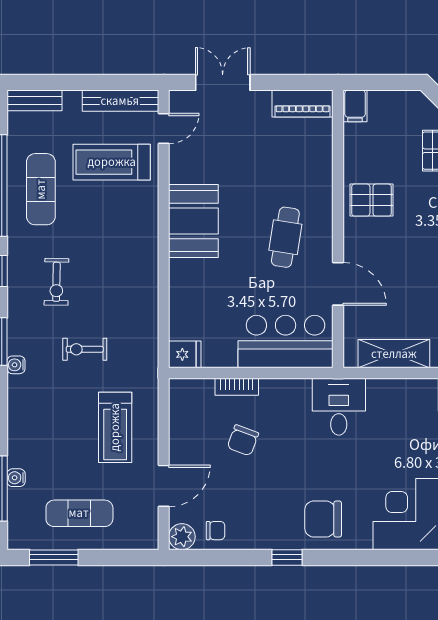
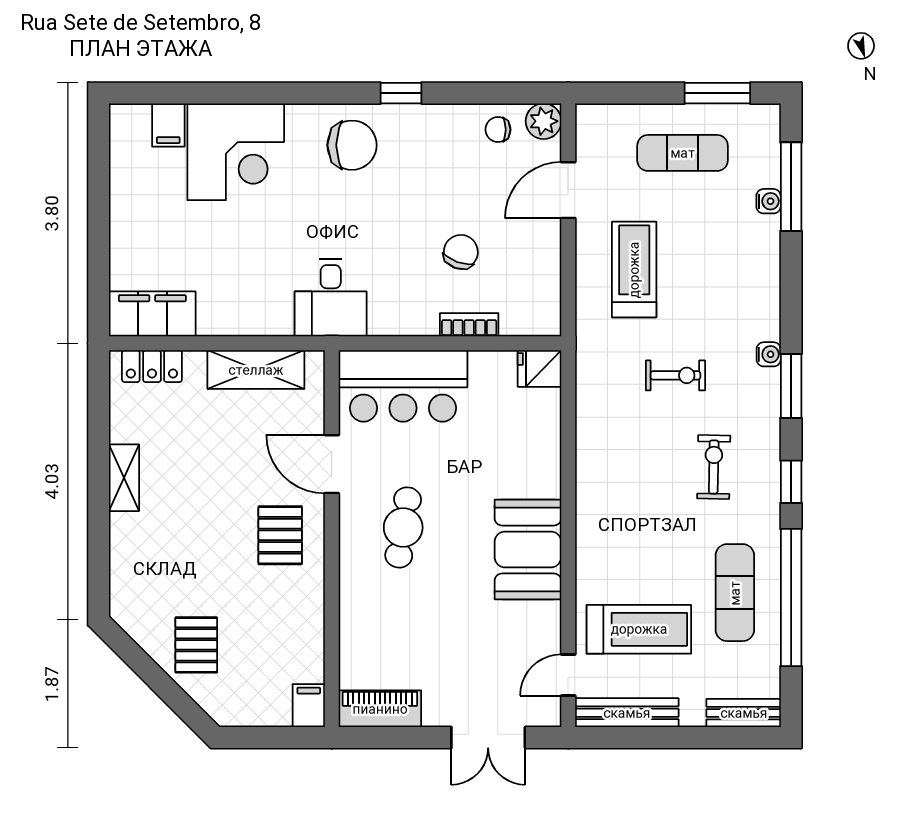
pallet: (371, 200) -> (280, 535), moved, turned 90

